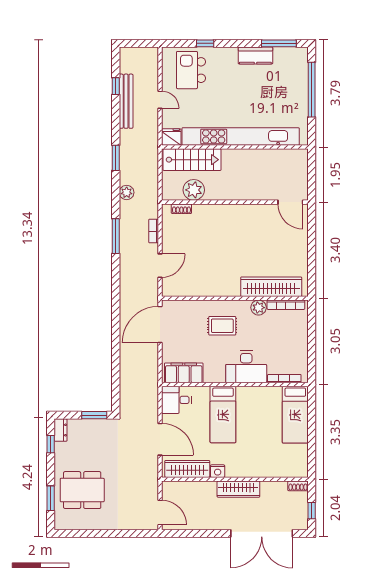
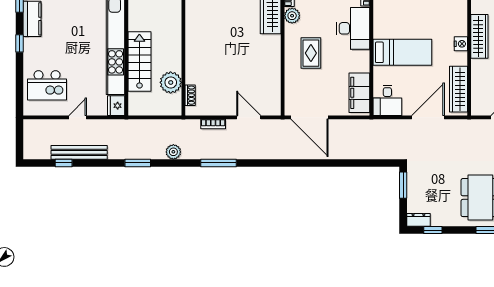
window: (205, 43) -> (20, 43), moved
stairs: (192, 160) -> (139, 62), moved
nightstand: (218, 471) -> (461, 44), moved

